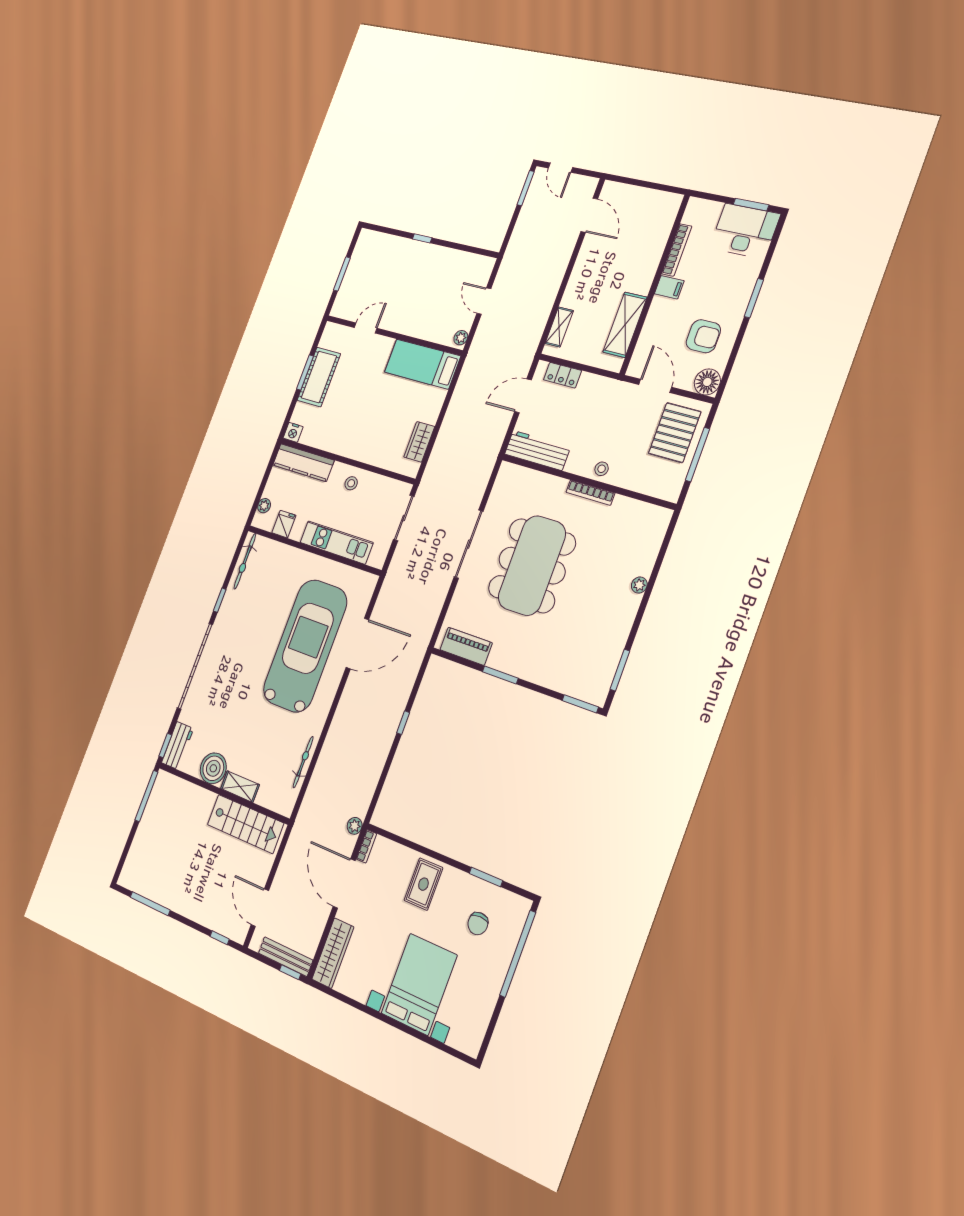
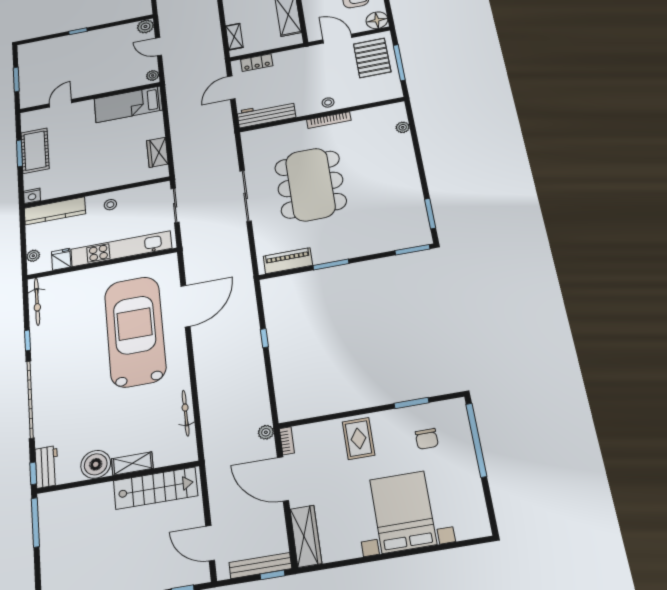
plant: (485, 266) -> (145, 26), added
kitchen unit: (336, 542) -> (121, 249), width x1.36
plant: (639, 585) -> (403, 127), moved

